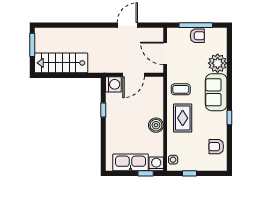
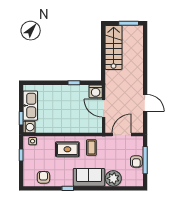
boiler: (156, 125) -> (61, 127), removed

